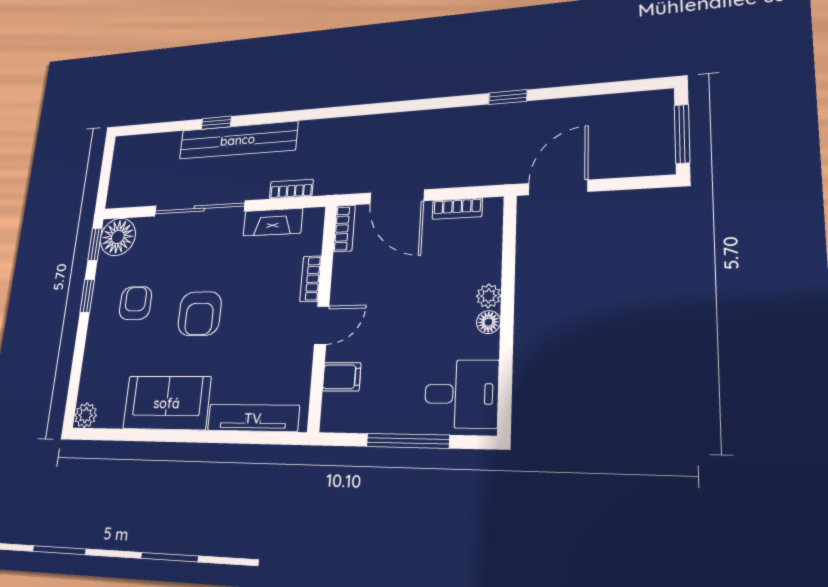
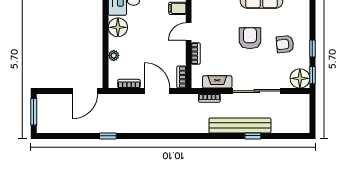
plant: (489, 296) -> (114, 55), moved
armchair: (135, 303) -> (285, 44), turned 84
floor lamp: (488, 322) -> (118, 27), width x1.89, depth x1.89

